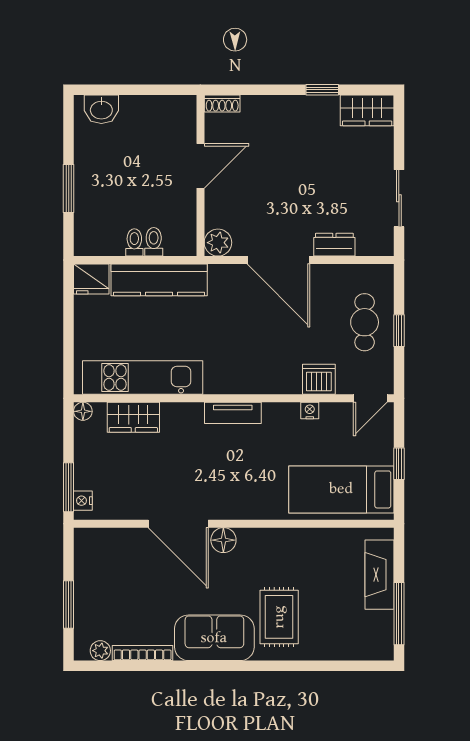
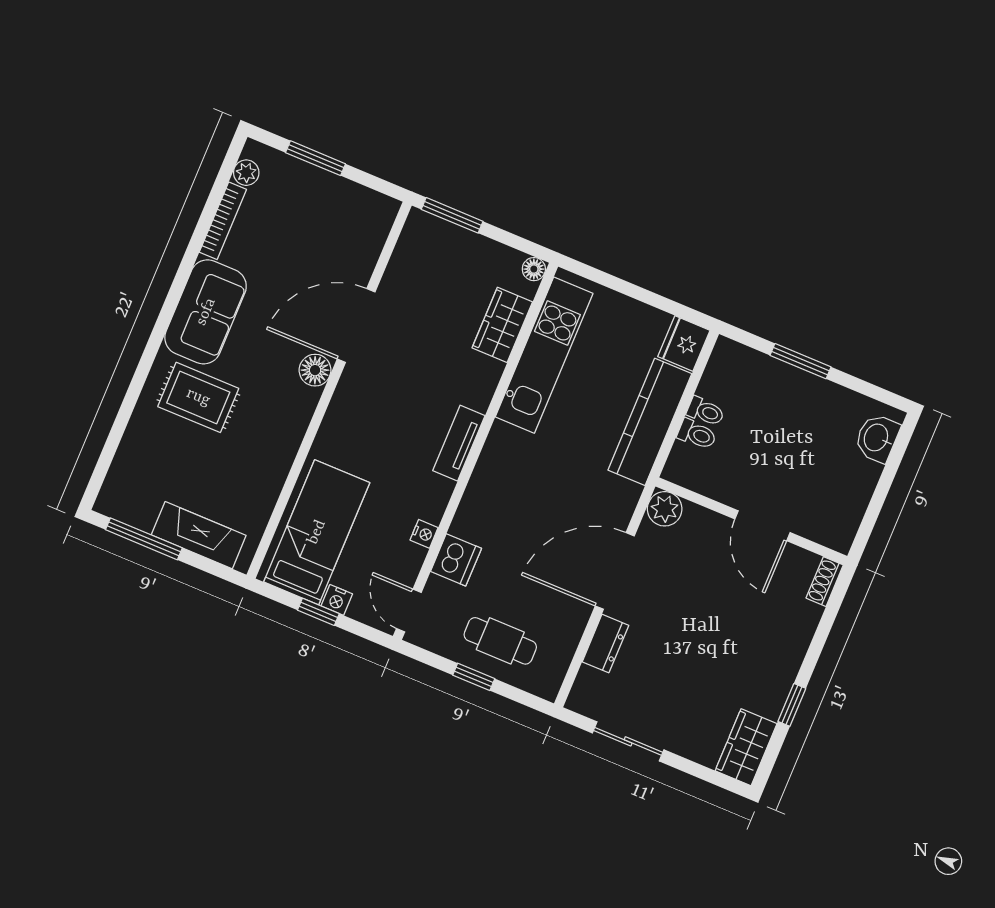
nightstand: (83, 501) -> (337, 600), moved, turned 180

